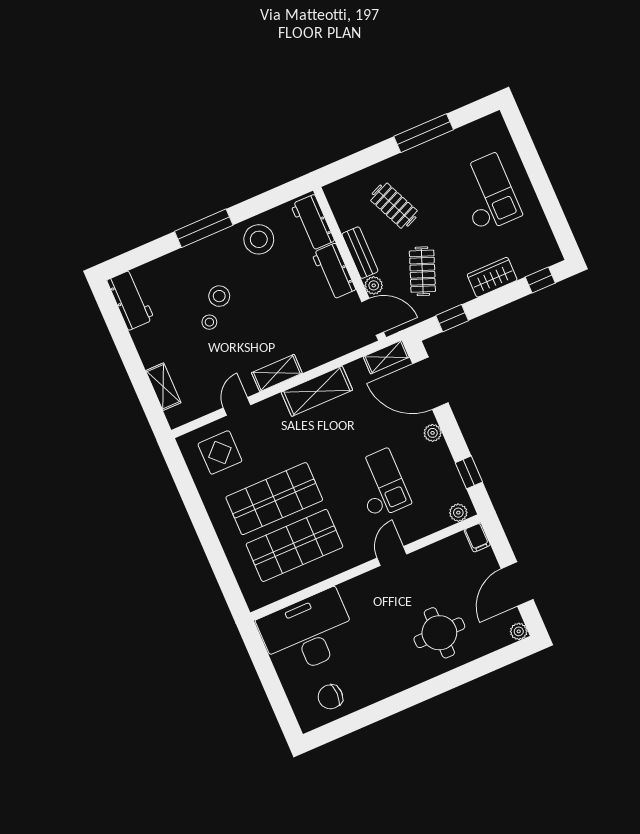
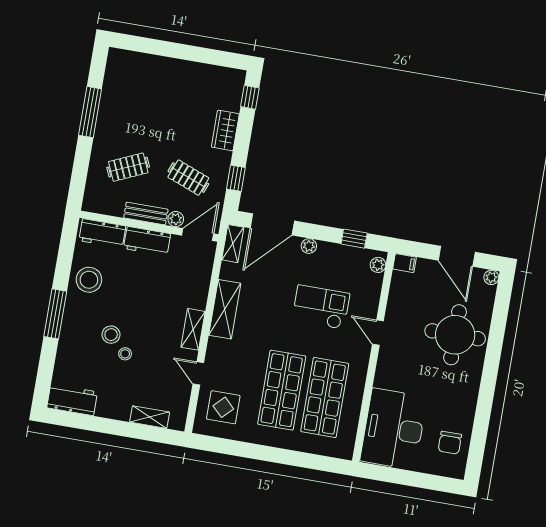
checkout: (487, 193) -> (163, 95), removed
round table: (439, 633) -> (455, 335), width x1.36, depth x1.36

